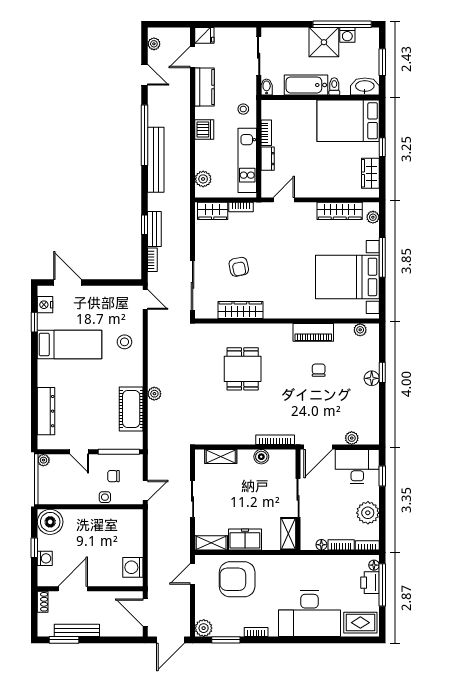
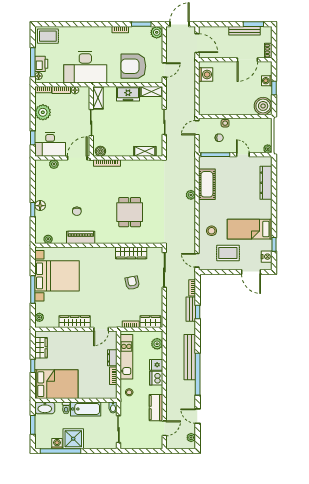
fridge: (204, 35) -> (156, 365), moved
wardrobe: (340, 211) -> (75, 322), moved
rug: (101, 310) -> (228, 253), added
boiler: (261, 457) -> (100, 151), moved
armchair: (237, 579) -> (133, 66), turned 180
desk: (309, 614) -> (85, 67), moved, turned 180

